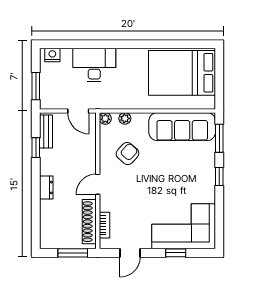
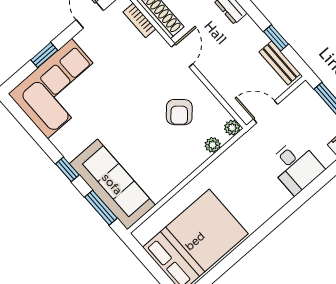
desk: (94, 65) -> (296, 166), width x0.73
sofa: (182, 127) -> (112, 184), moved, turned 90

